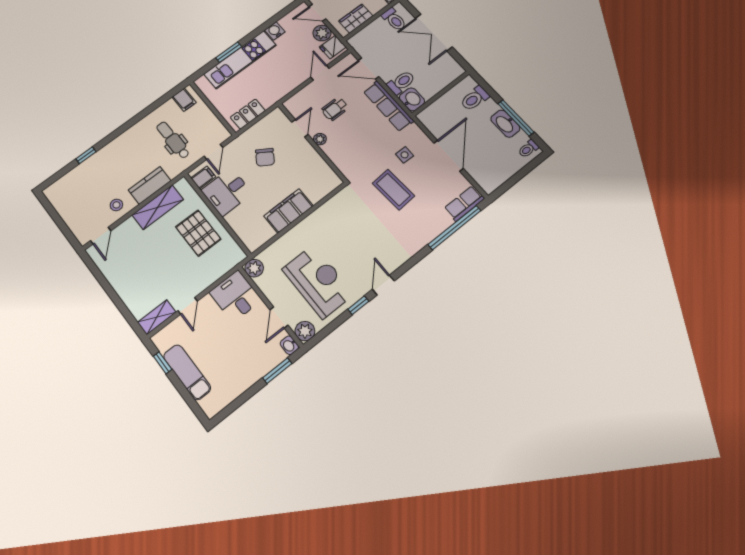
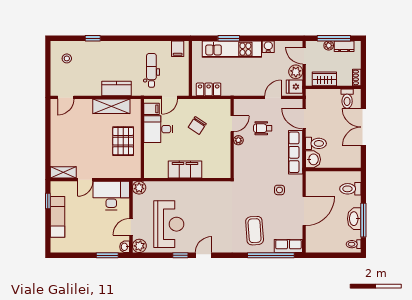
coffee table: (393, 190) -> (255, 231), moved
stool: (116, 205) -> (67, 58), moved
desk: (235, 296) -> (111, 195), width x1.37

